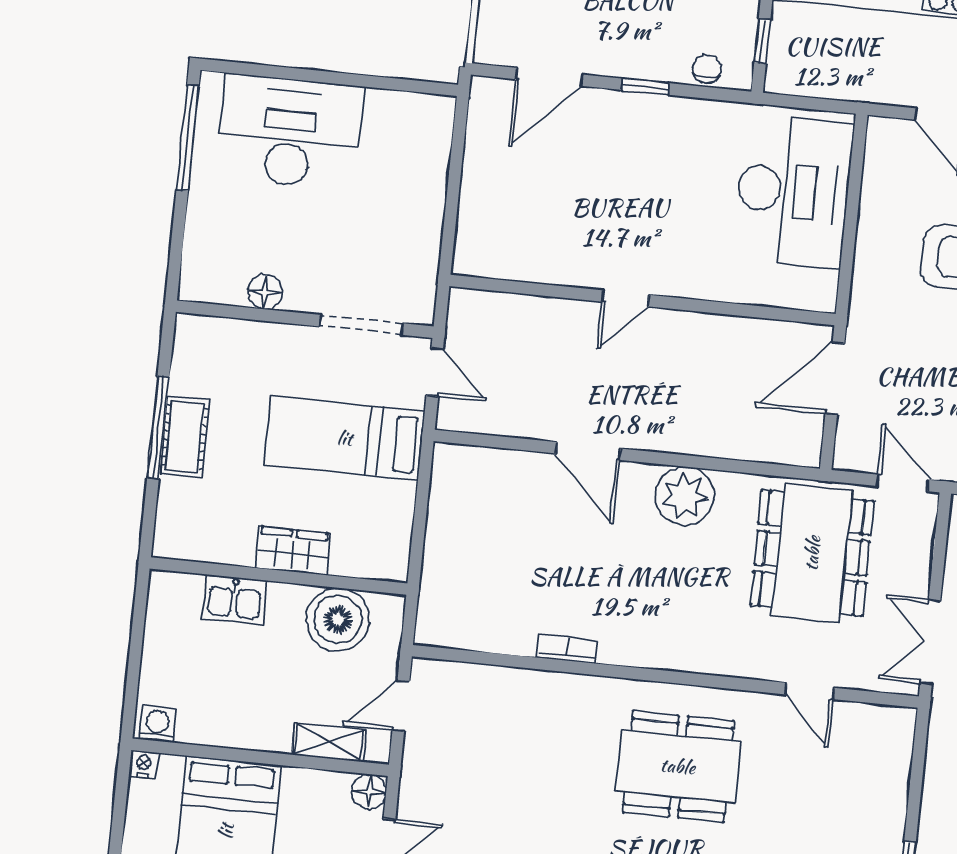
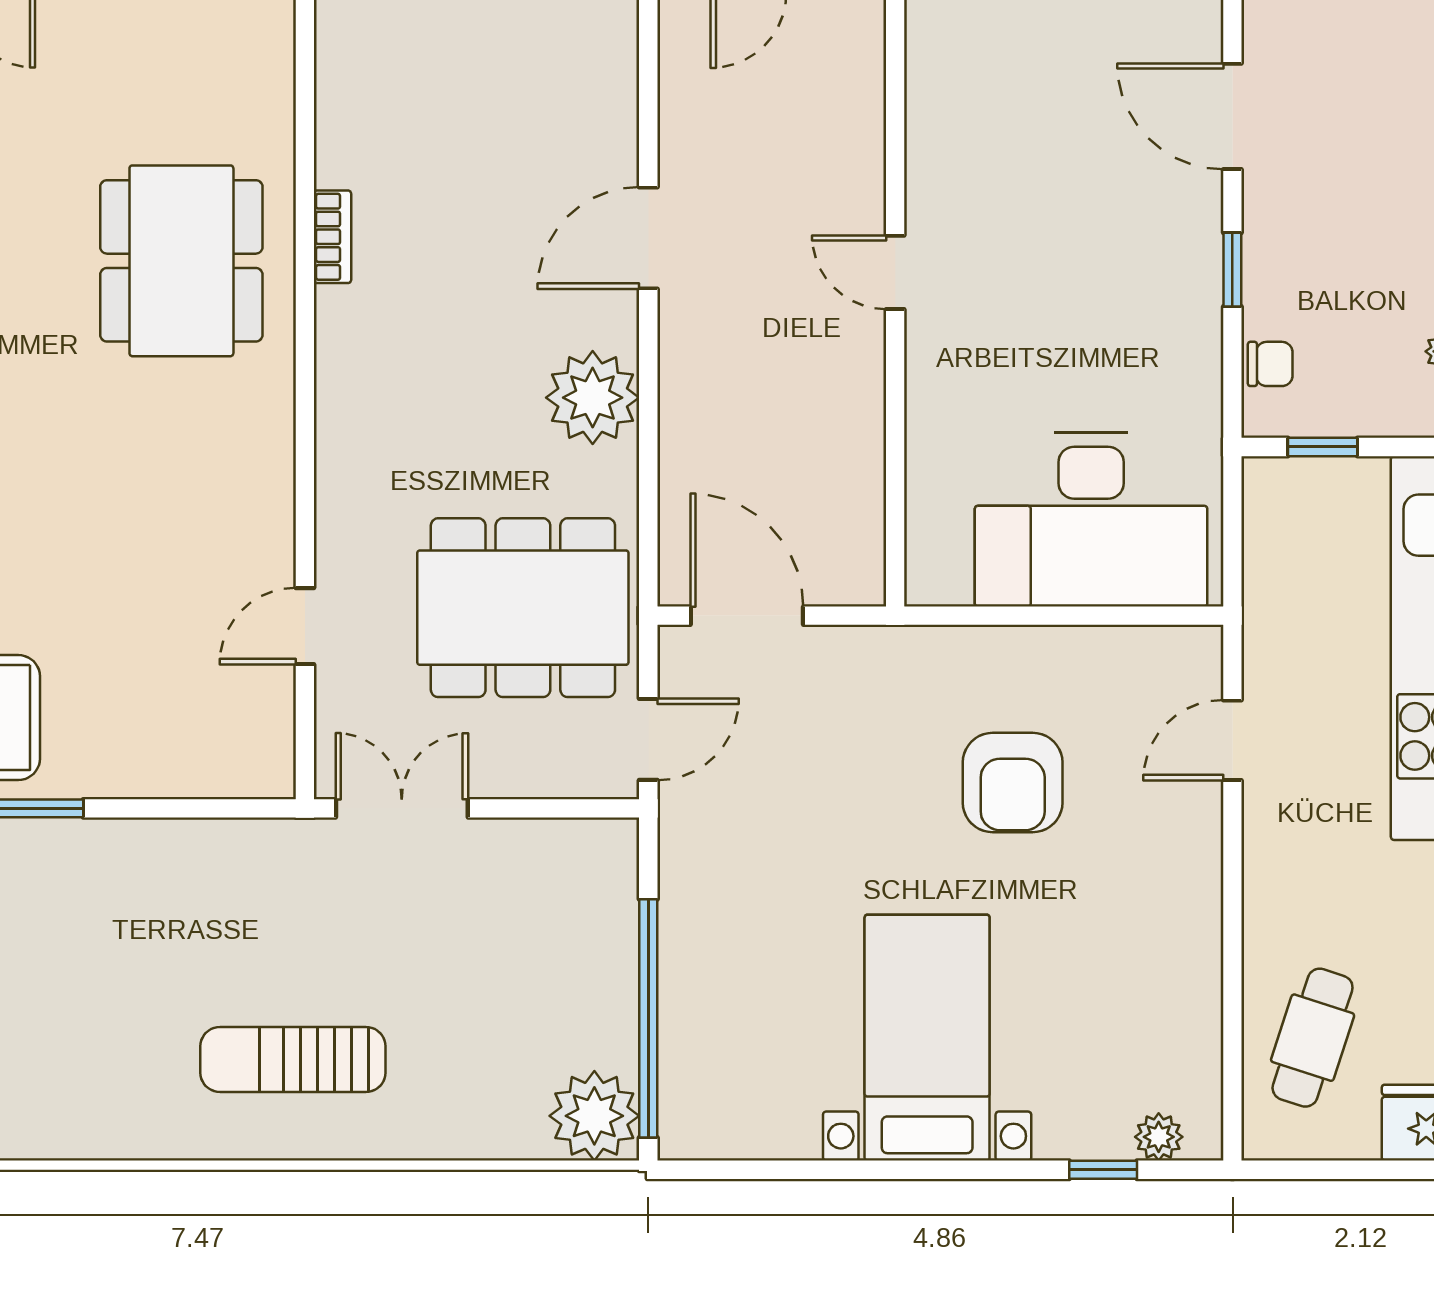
door: (835, 378) -> (747, 616), moved
dining table: (678, 766) -> (181, 261), moved

